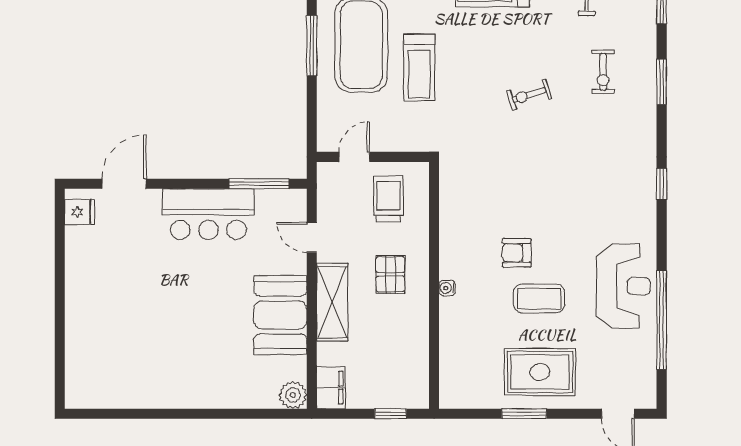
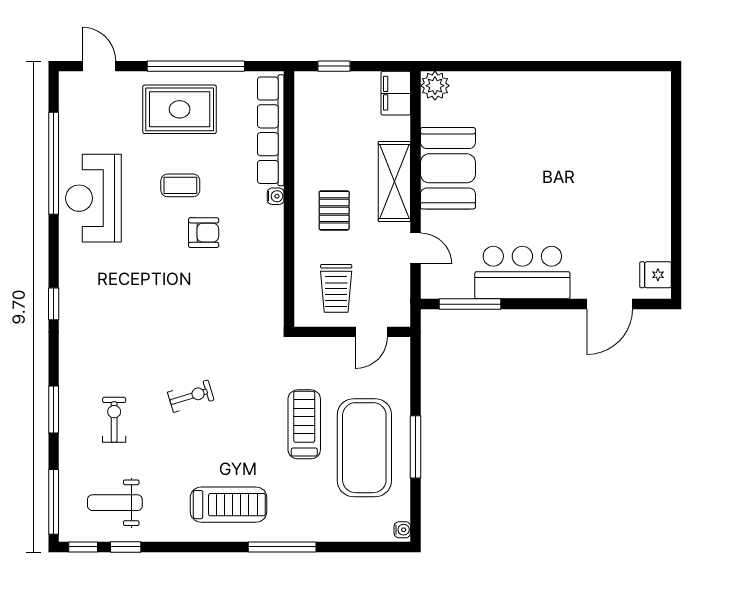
coffee table: (539, 298) -> (180, 185), width x0.73, depth x0.77
row of seats: (452, 352) -> (271, 130), added
window: (524, 414) -> (196, 66), width x2.11

